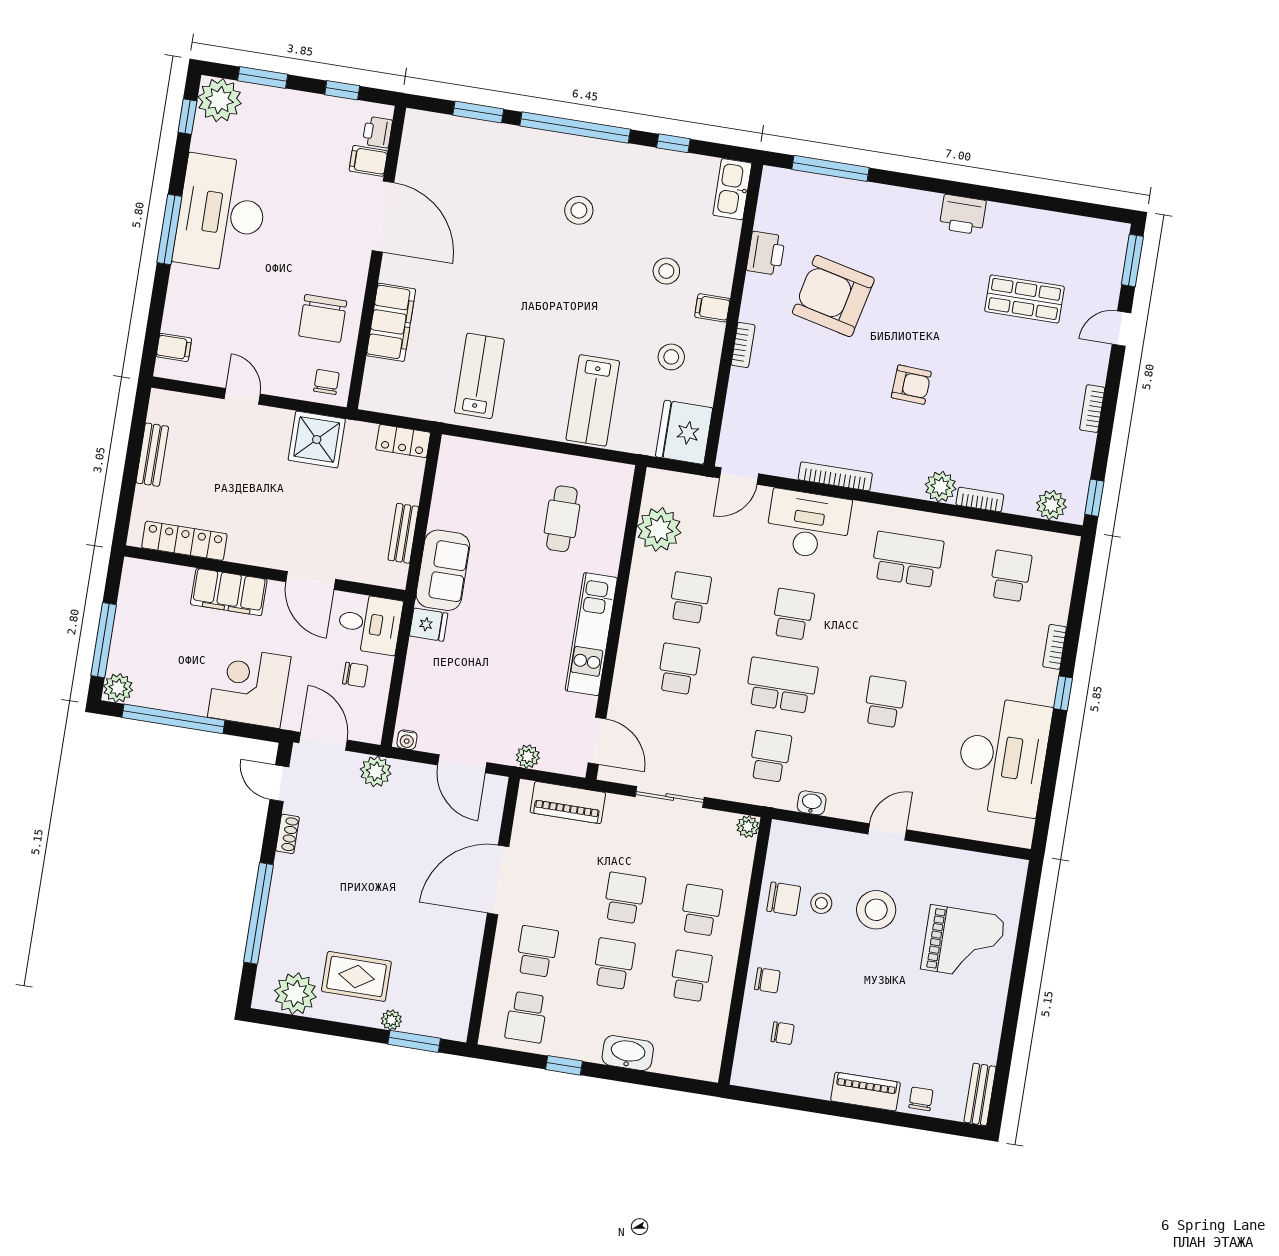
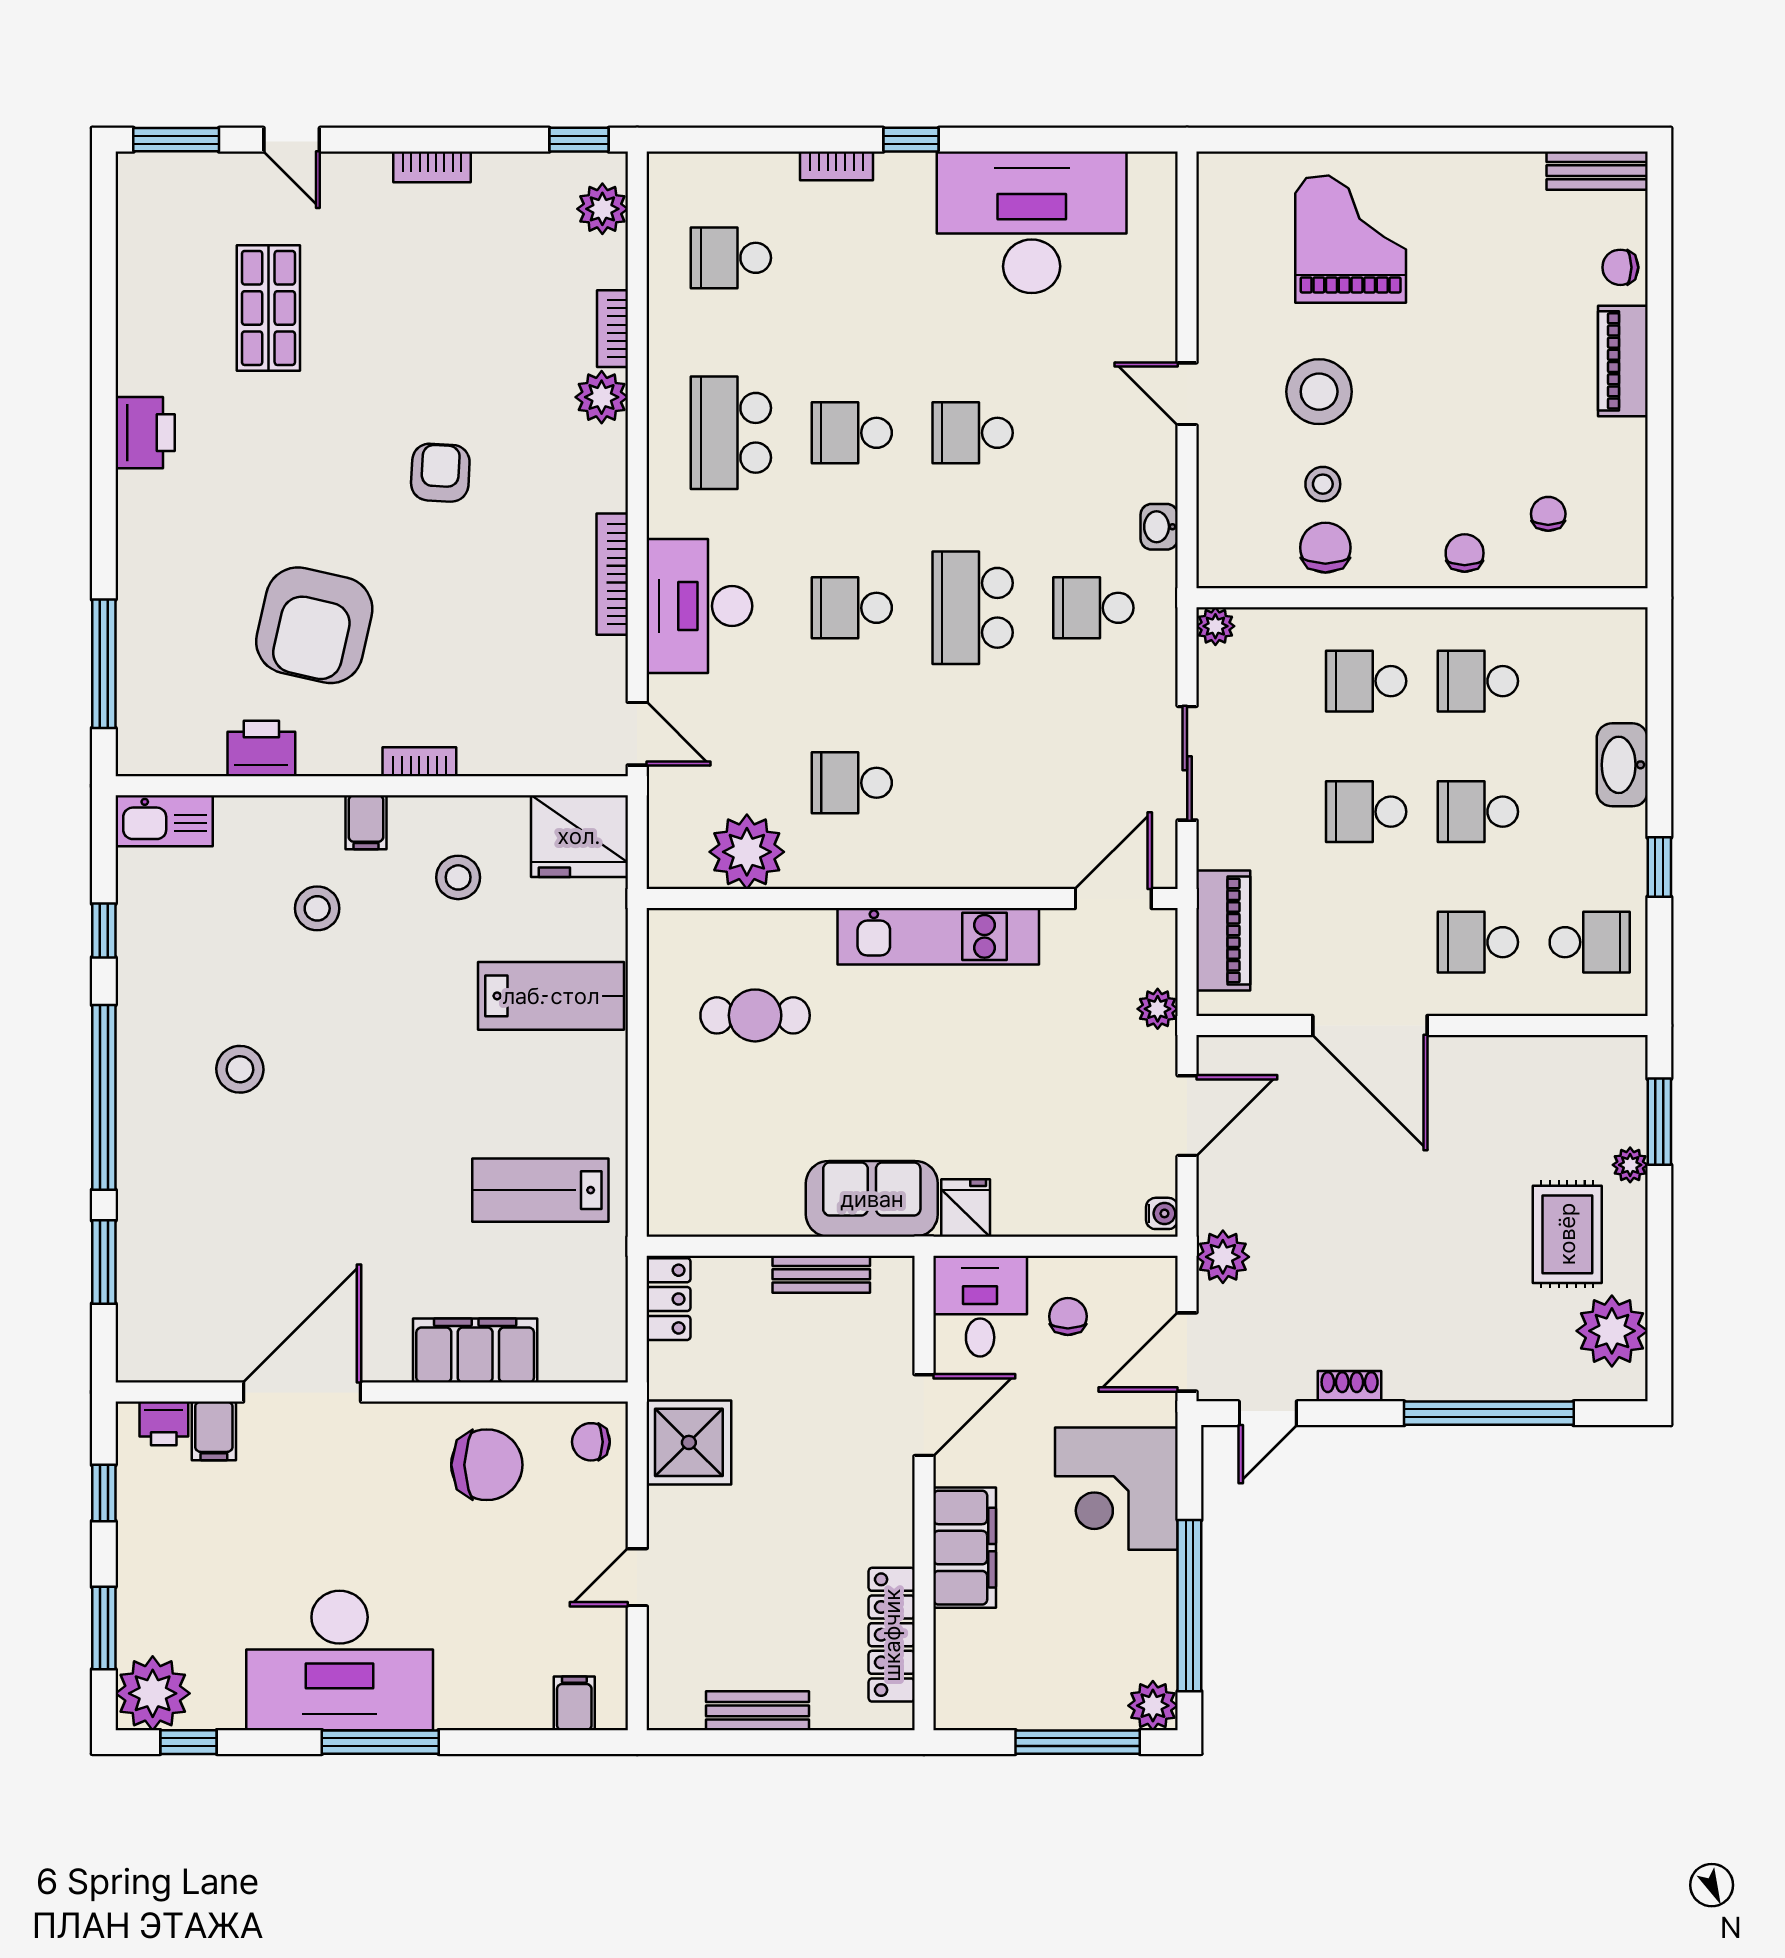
school desk: (678, 669) -> (852, 433), moved

